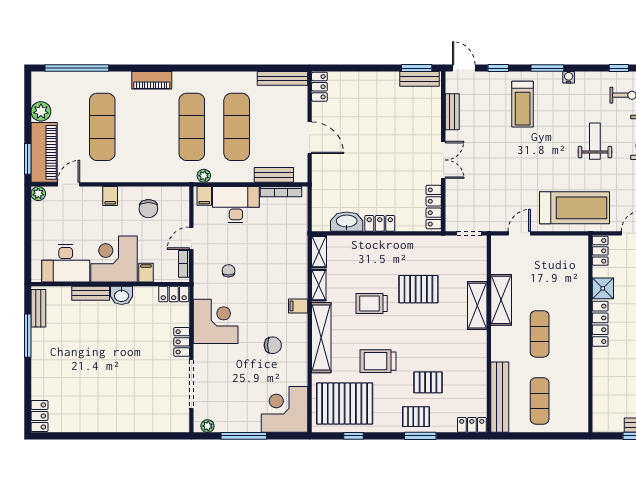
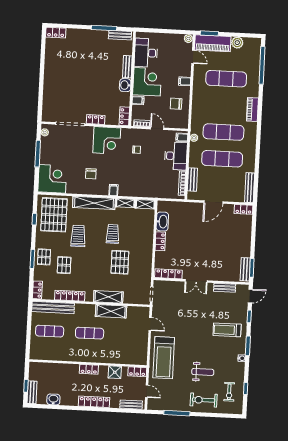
locker: (600, 324) -> (89, 369), width x0.66
locker: (479, 370) -> (70, 296), added

